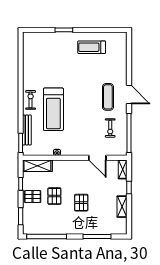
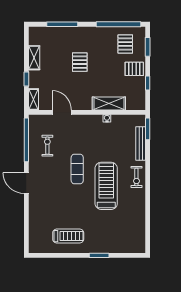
exercise mat: (108, 97) -> (77, 169), moved
treadmill: (53, 109) -> (106, 186), moved
shelving: (37, 166) -> (109, 103), moved
pallet: (54, 196) -> (125, 44), moved

